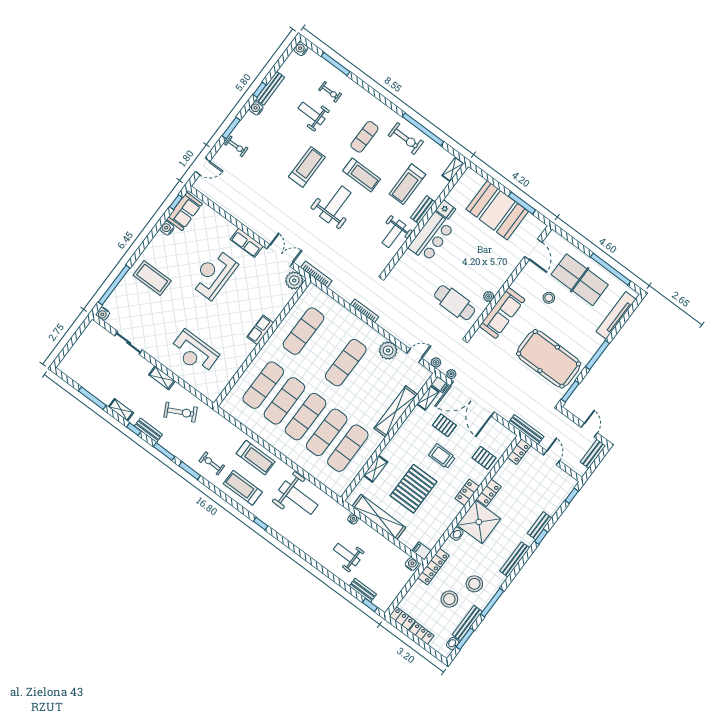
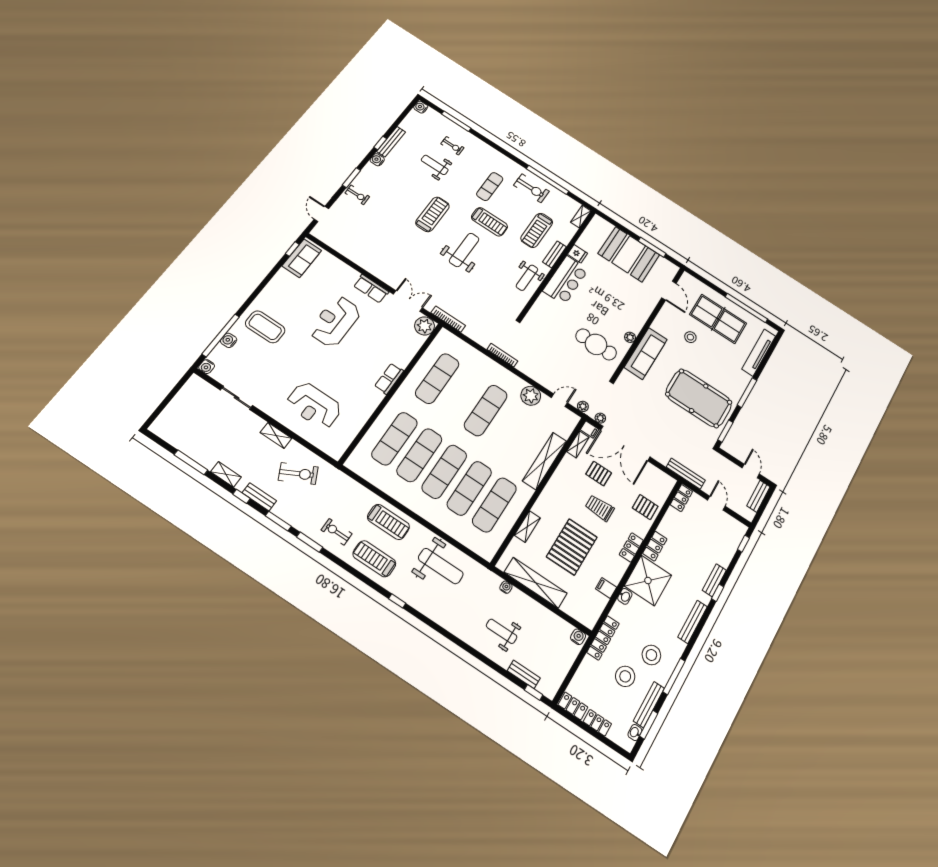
door: (203, 166) -> (321, 214), swing flipped
water cooler: (167, 228) -> (229, 340), moved
filing cabinet: (422, 551) -> (606, 588), moved

